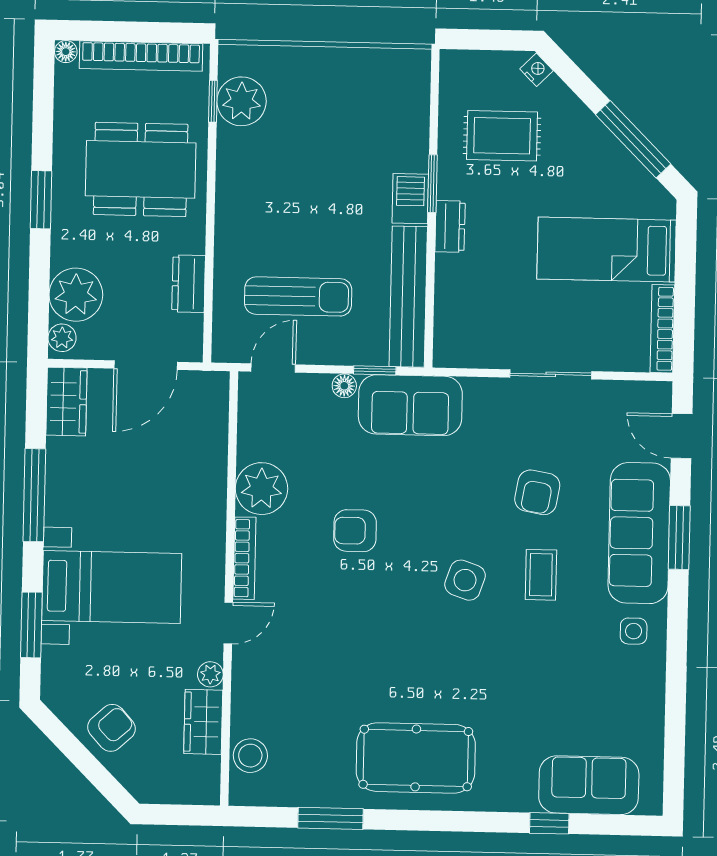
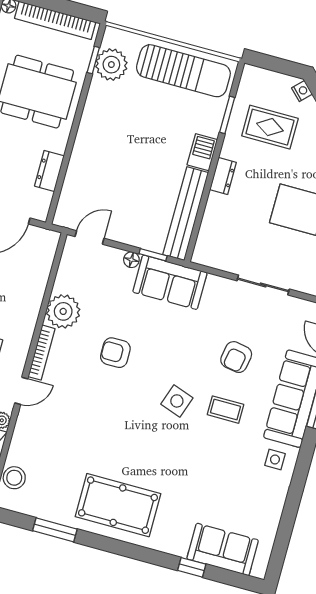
window: (432, 184) -> (227, 115), moved
sun lounger: (298, 296) -> (183, 71), moved, width x1.36, depth x1.34
coffee table: (541, 575) -> (226, 410), turned 90

